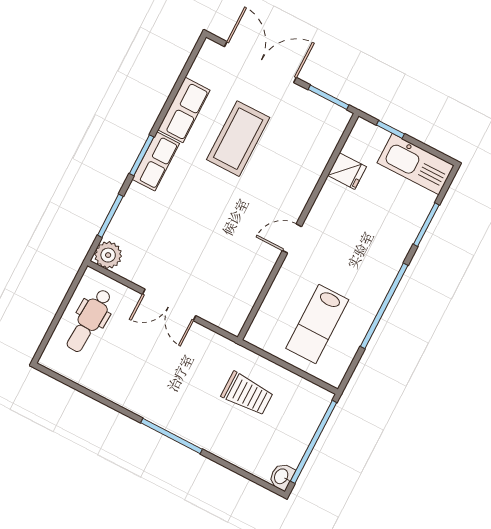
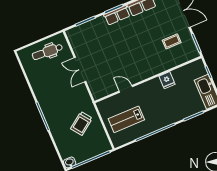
coffee table: (238, 139) -> (172, 41), moved, width x0.54, depth x0.58
fridge: (347, 171) -> (167, 80), moved
door: (292, 239) -> (126, 89), moved
plant: (108, 255) -> (73, 34), removed
trolley: (247, 394) -> (81, 123), turned 54

